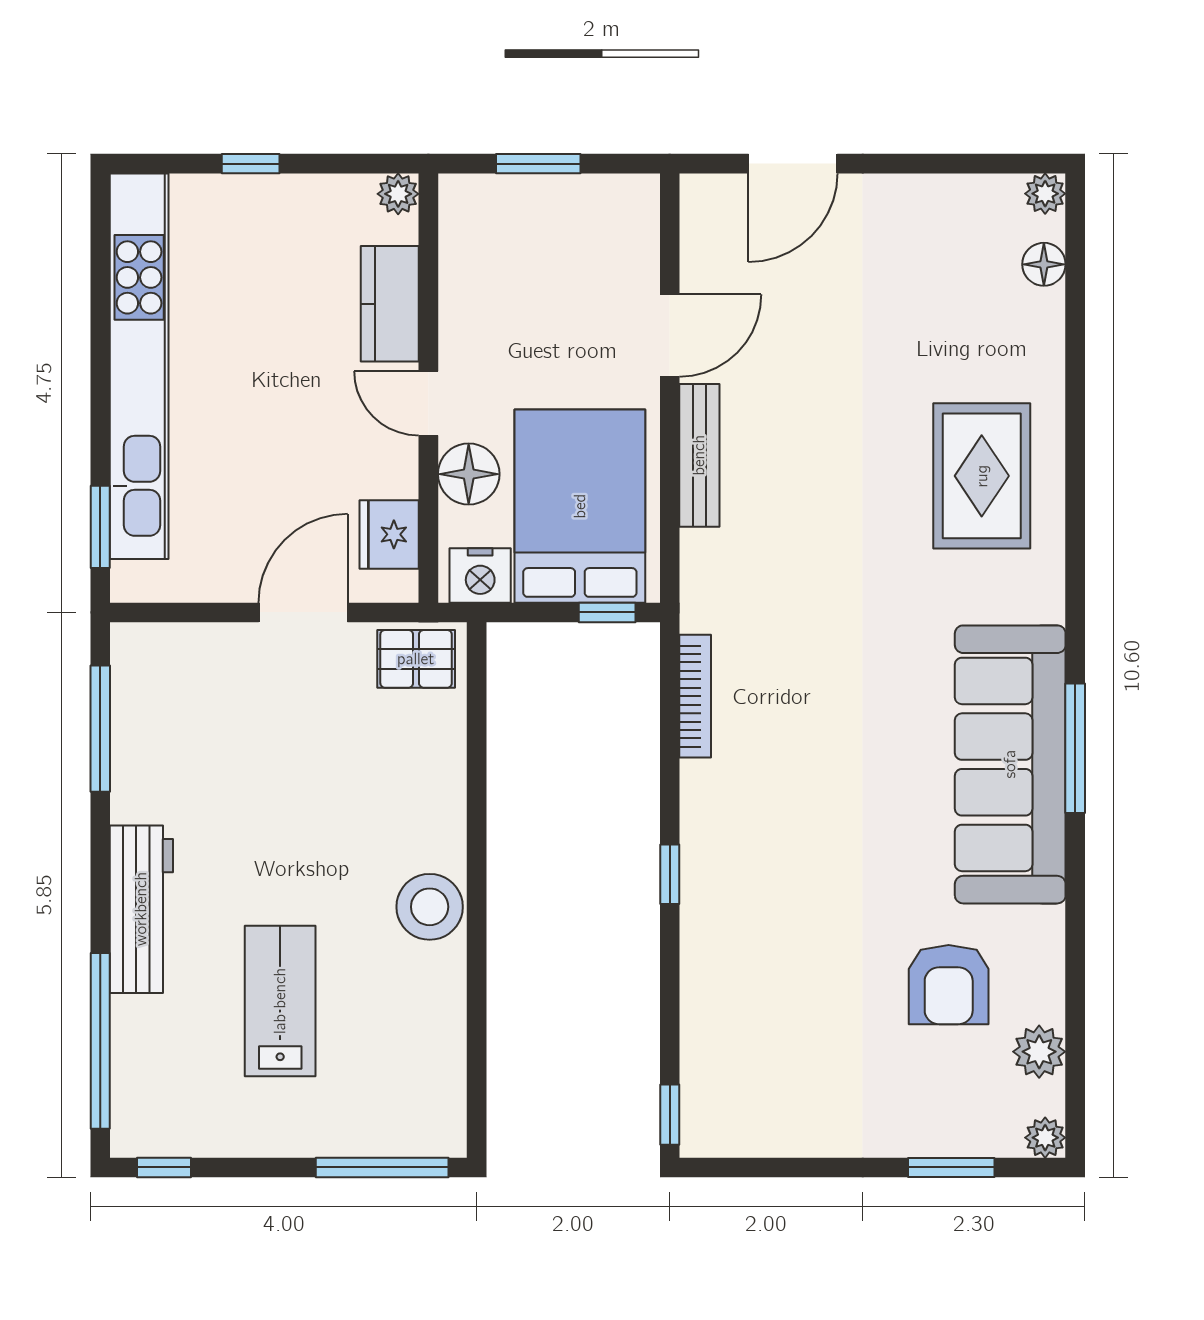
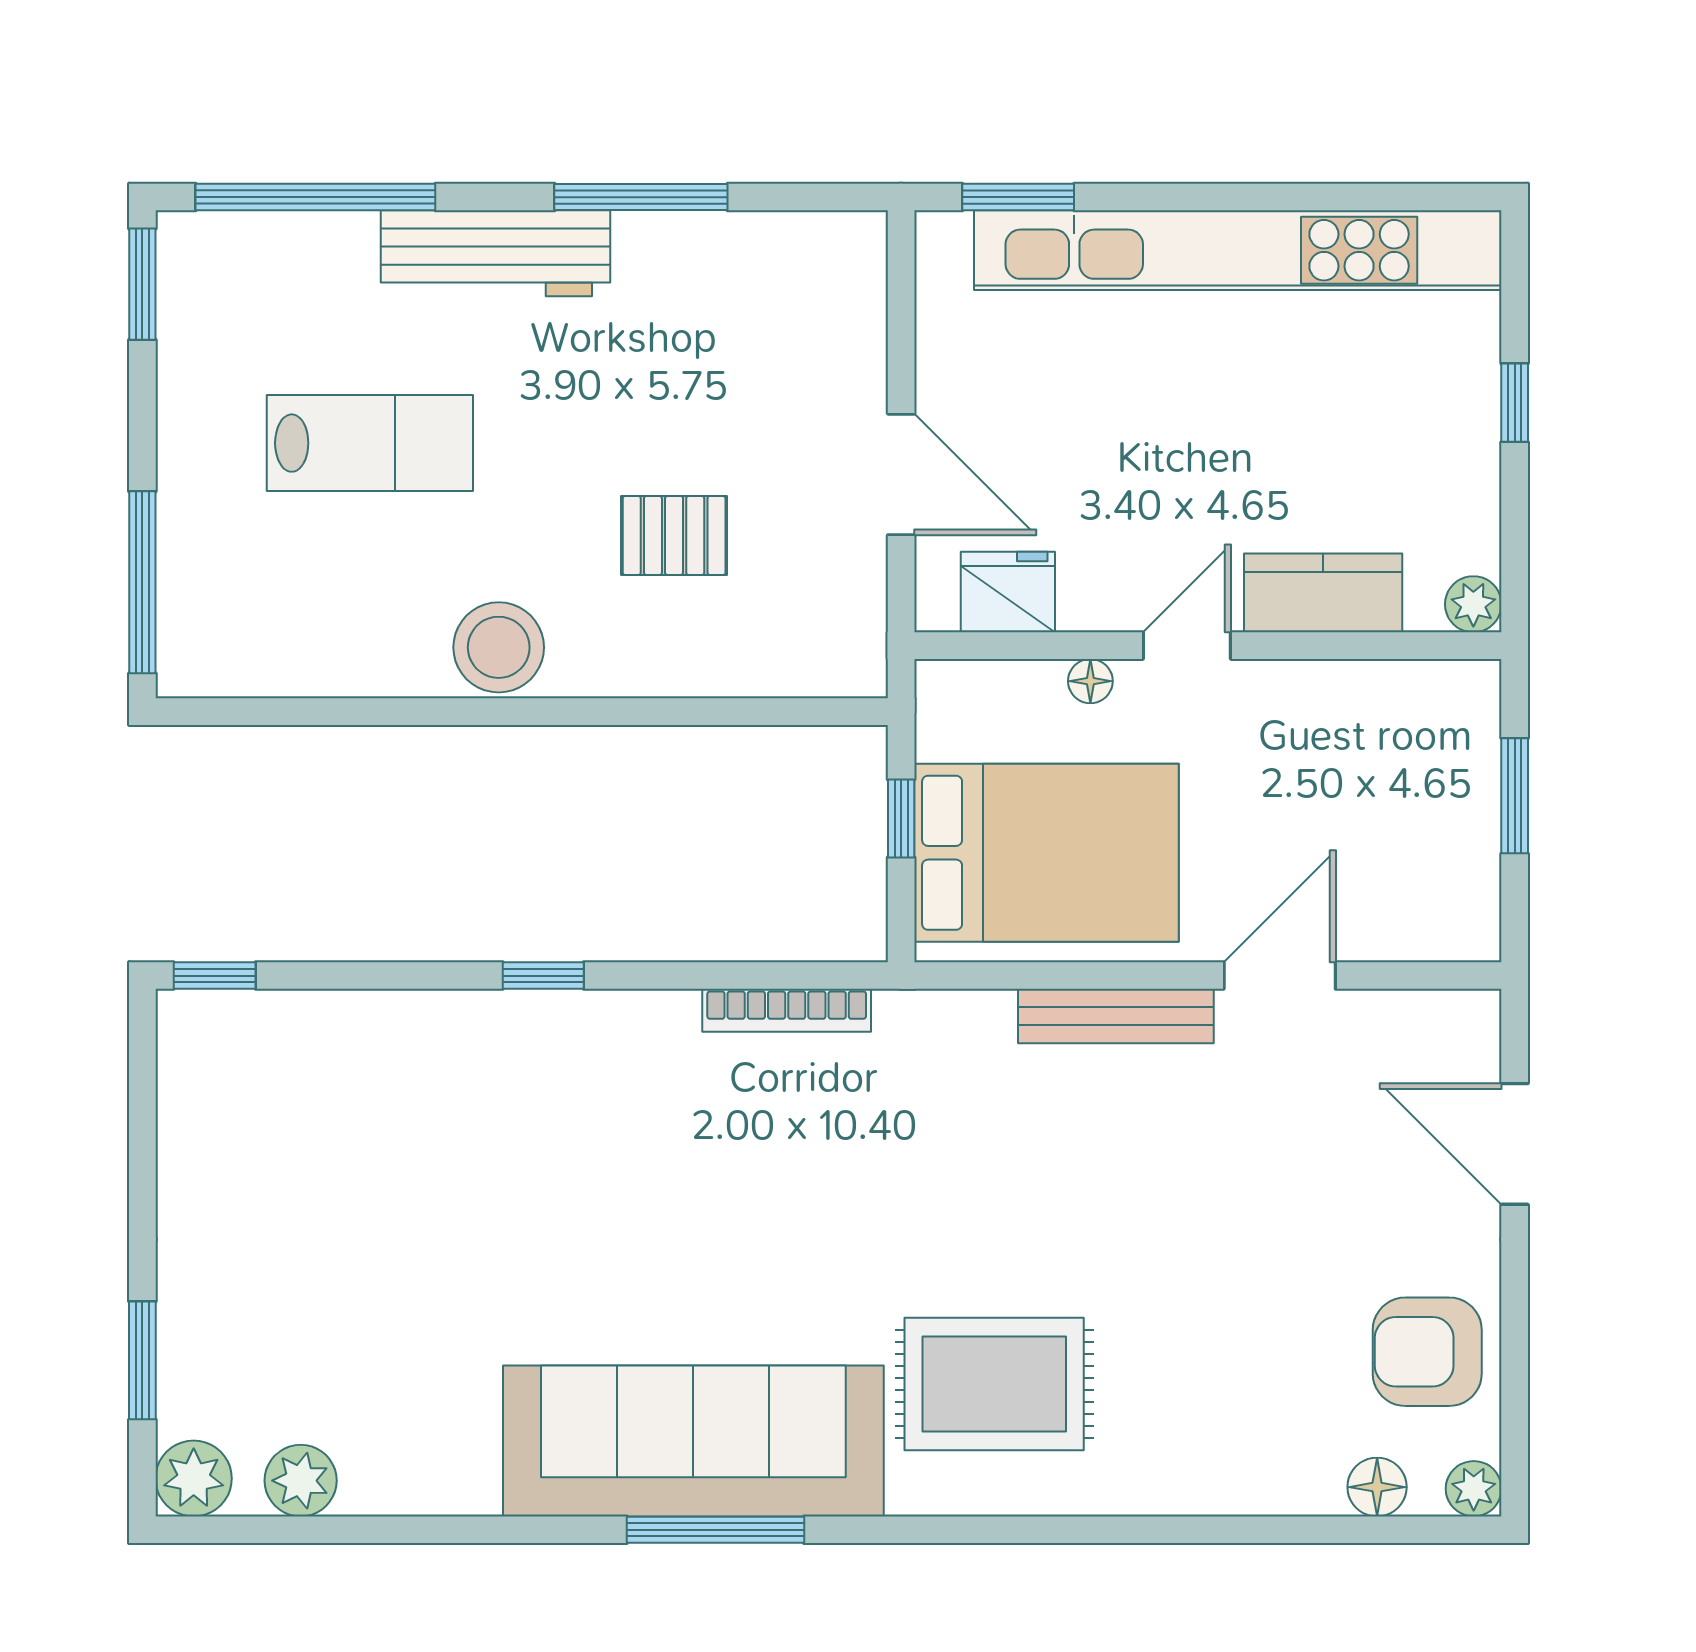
door: (670, 336) -> (1280, 976), swing flipped
floor lamp: (469, 474) -> (1090, 681), width x0.53, depth x0.53
rug: (982, 476) -> (994, 1384), moved
nightstand: (480, 575) -> (952, 717), removed
window: (607, 612) -> (901, 818), moved
pallet: (416, 659) -> (674, 535), moved, turned 90
window: (100, 729) -> (641, 197), moved
armchair: (949, 985) -> (1427, 1352), moved
plant: (1045, 1138) -> (194, 1478), width x1.38, depth x1.38
window: (164, 1167) -> (142, 284), width x1.50

